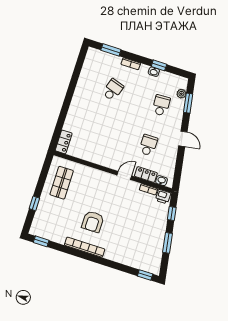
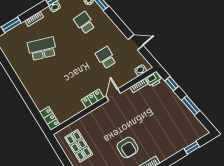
school desk: (113, 90) -> (42, 49), width x1.85
door: (183, 139) -> (136, 42), moved
locker: (146, 175) -> (93, 99), moved
window: (145, 275) -> (192, 148), moved

